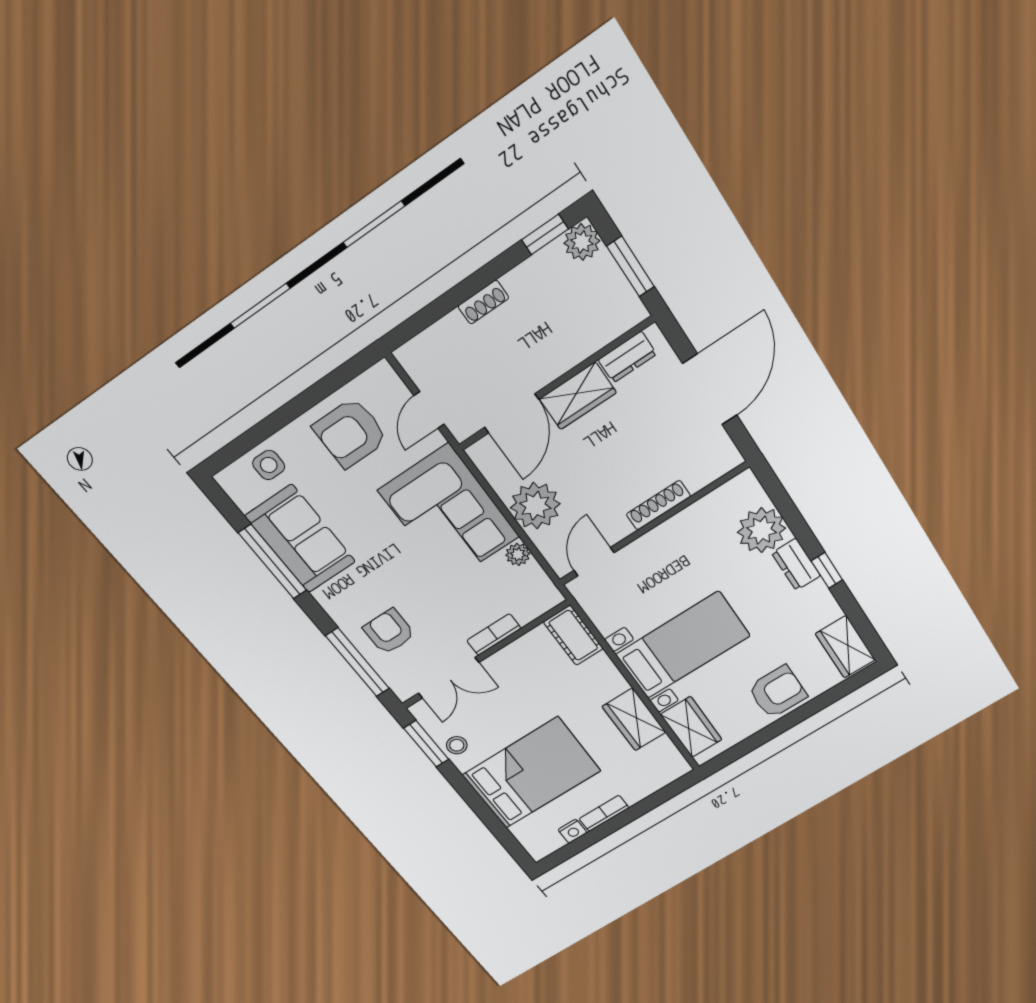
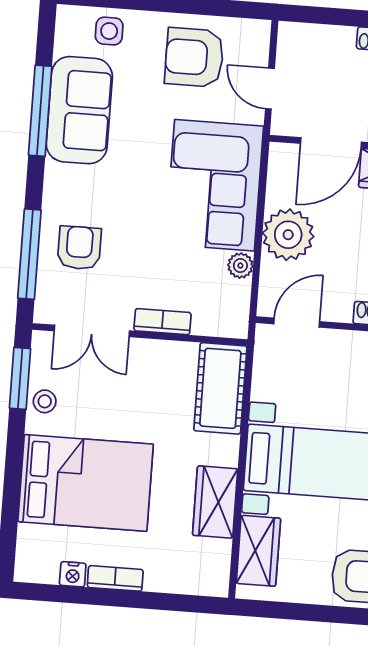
door: (429, 410) -> (270, 88), hinge flipped
cot: (573, 635) -> (220, 388), width x1.37, depth x1.34

